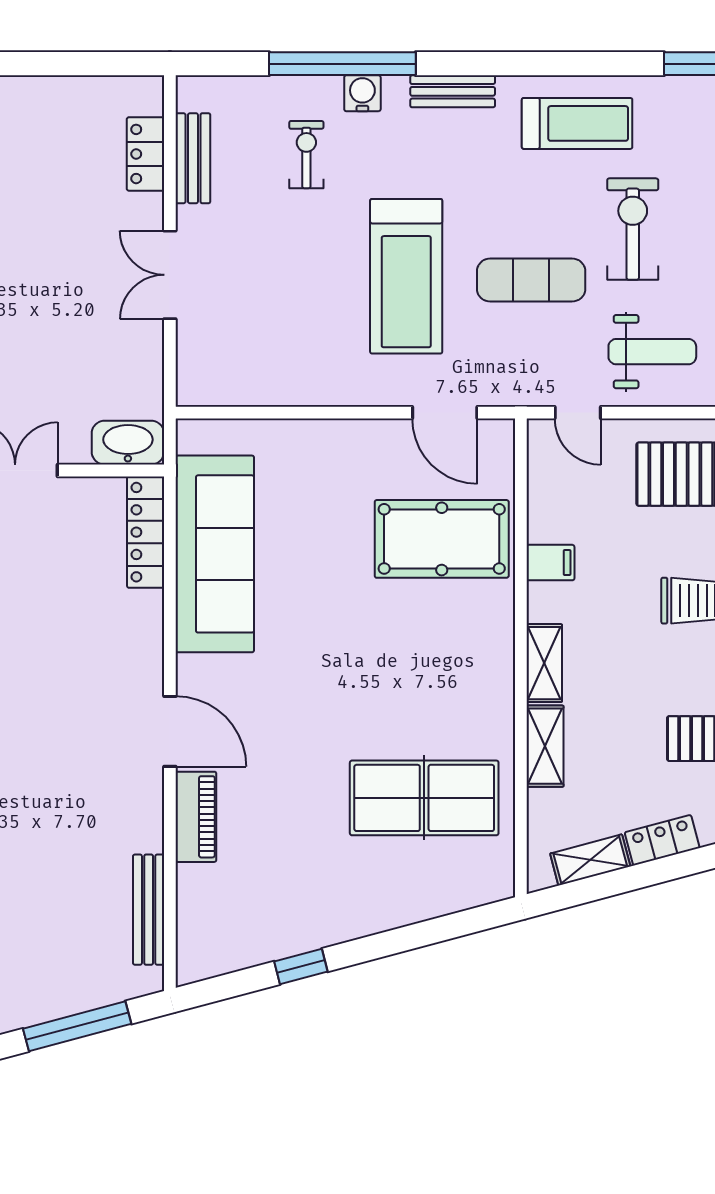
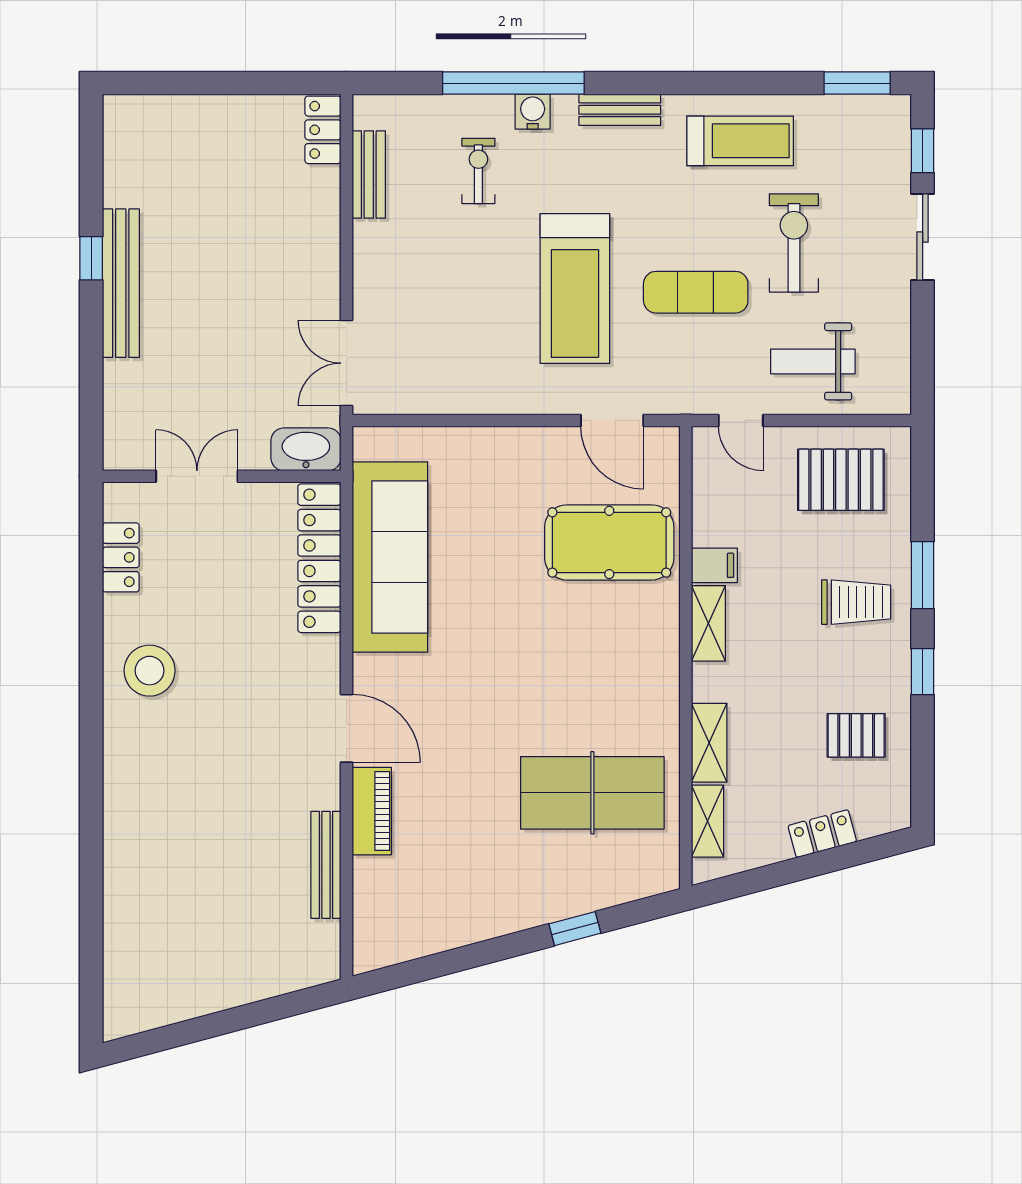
locker: (145, 154) -> (323, 130), moved
double door: (170, 275) -> (347, 363), moved
weight bench: (652, 352) -> (813, 361), turned 180
locker: (146, 532) -> (319, 558), width x1.41, depth x1.21
shelving: (544, 663) -> (708, 623), moved
shelving: (590, 860) -> (708, 821), moved, turned -75
bench: (149, 910) -> (326, 865), moved
window: (301, 966) -> (575, 929), moved
window: (77, 1026) -> (257, 1014), removed

